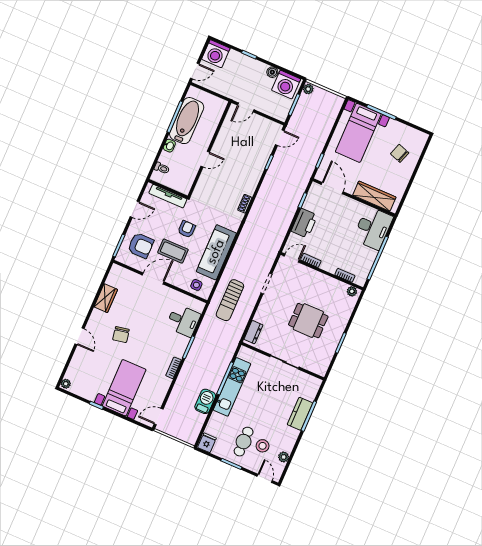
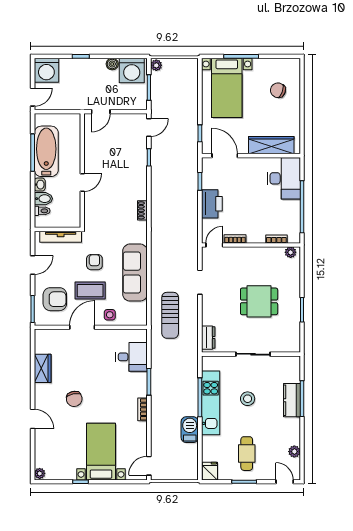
bidet: (167, 159) -> (43, 199), added
side table: (196, 285) -> (110, 315), moved
stool: (263, 446) -> (248, 399), moved

